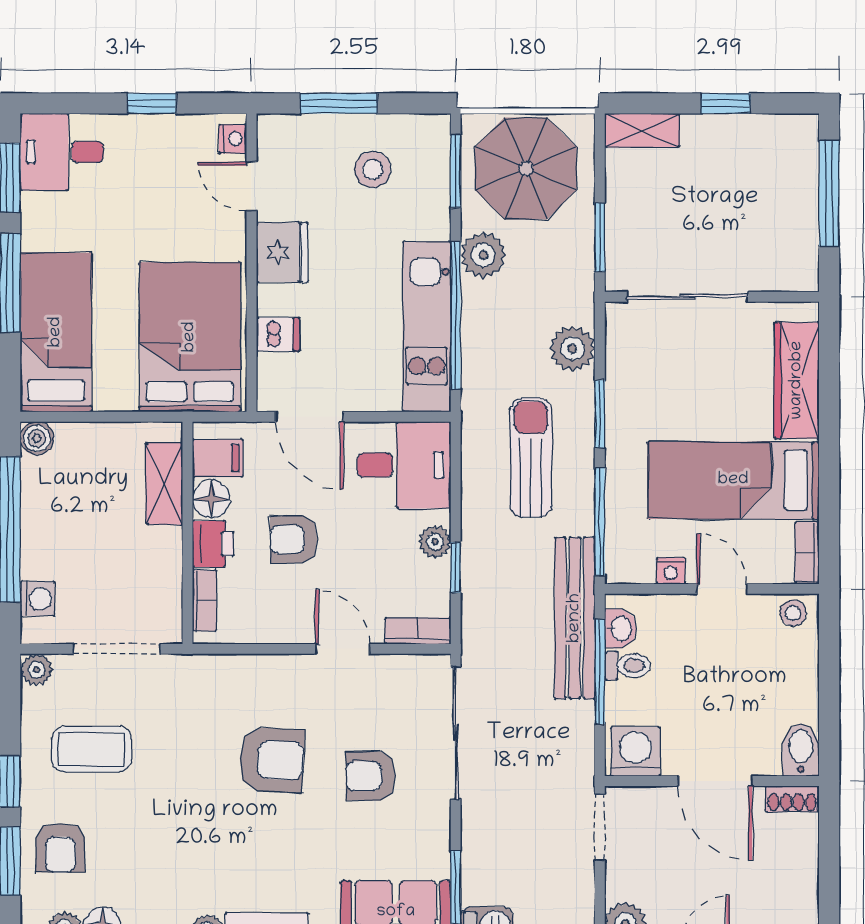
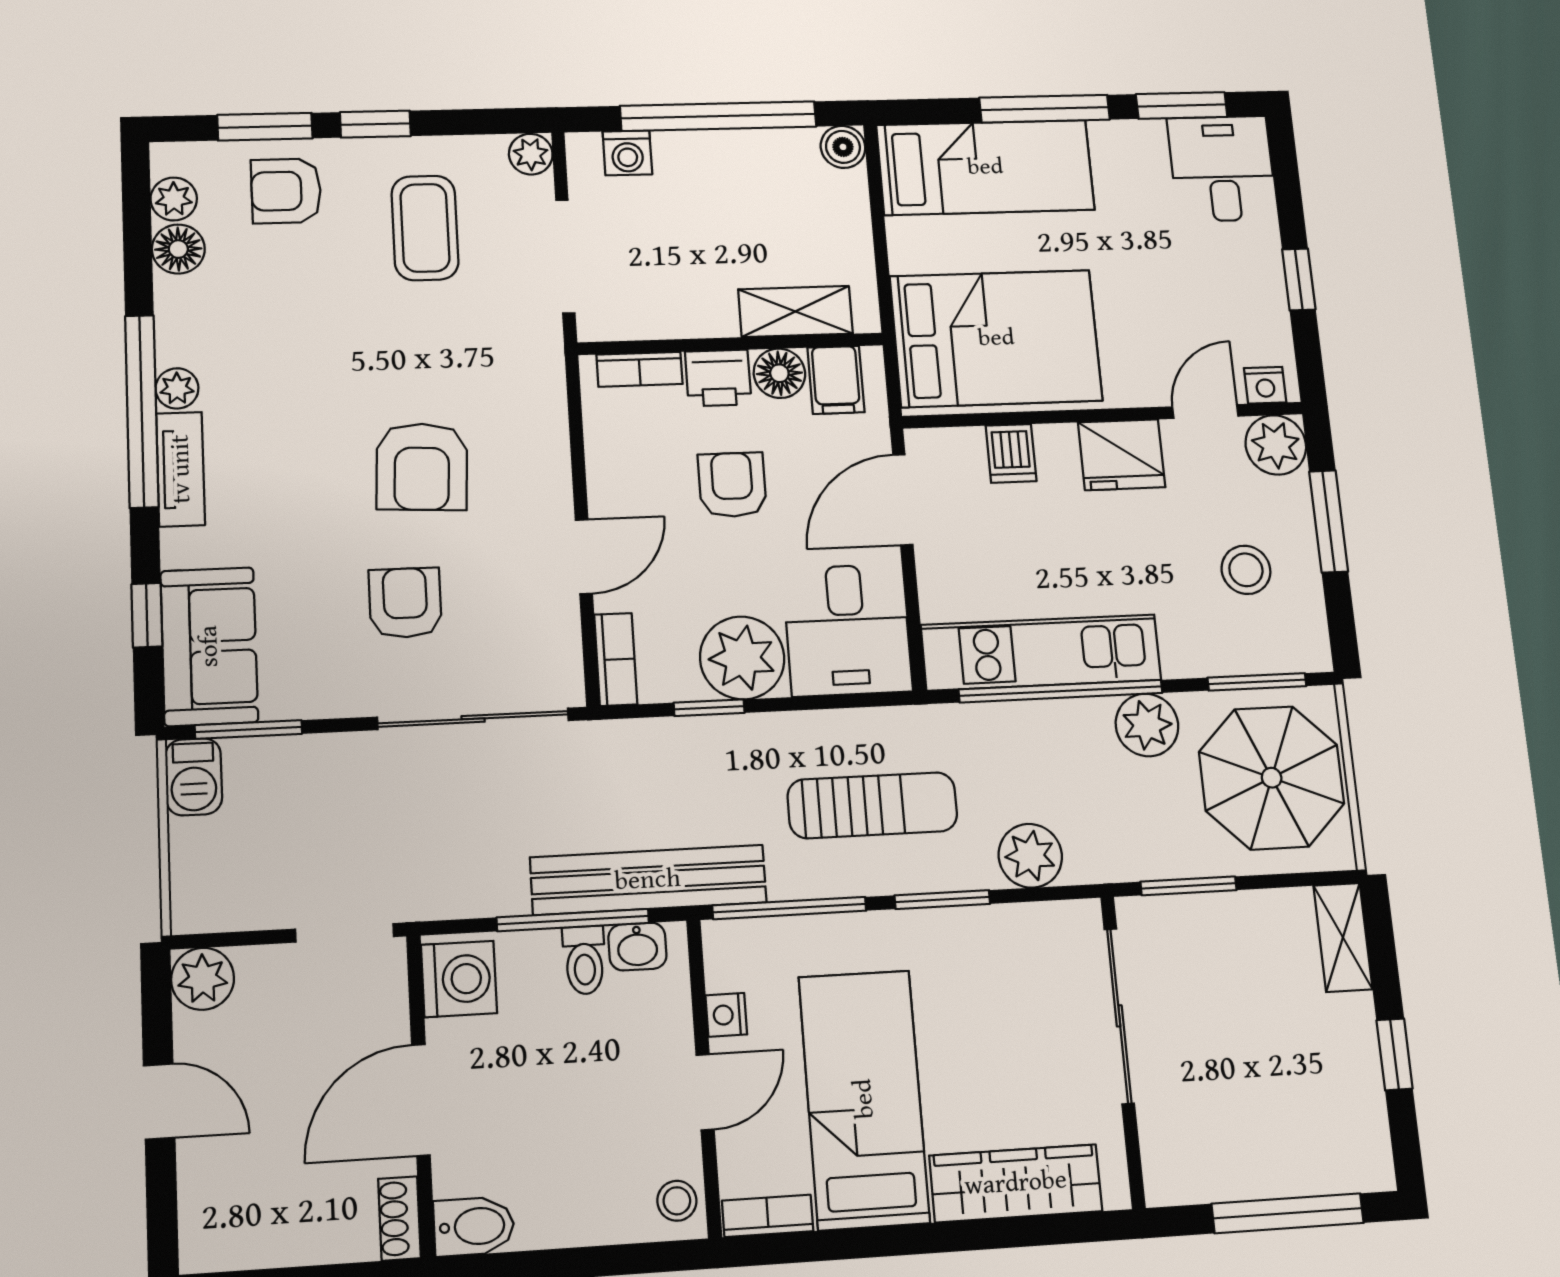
plant: (279, 136) -> (1276, 445), added
plant: (435, 542) -> (742, 658), width x1.87, depth x1.87

